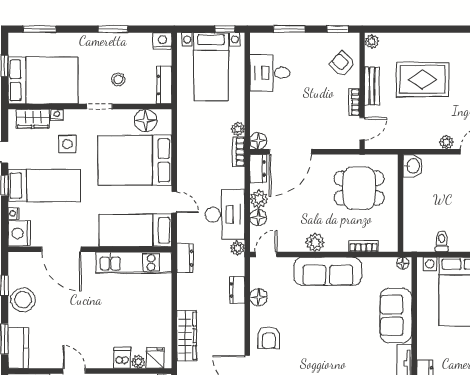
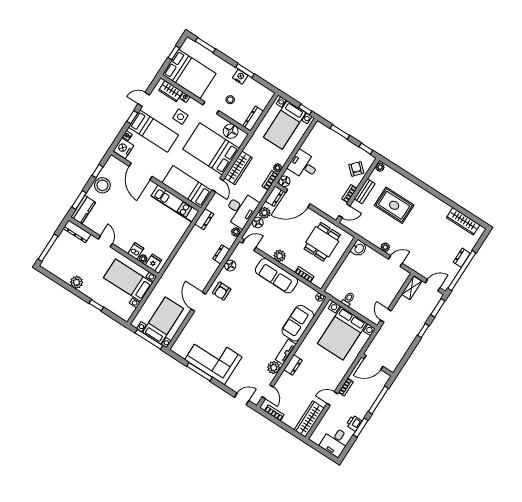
nightstand: (162, 41) -> (240, 77), moved
desk: (270, 73) -> (304, 165), moved
dining table: (359, 188) -> (322, 242), turned 90
wardrobe: (187, 336) -> (238, 168), moved

